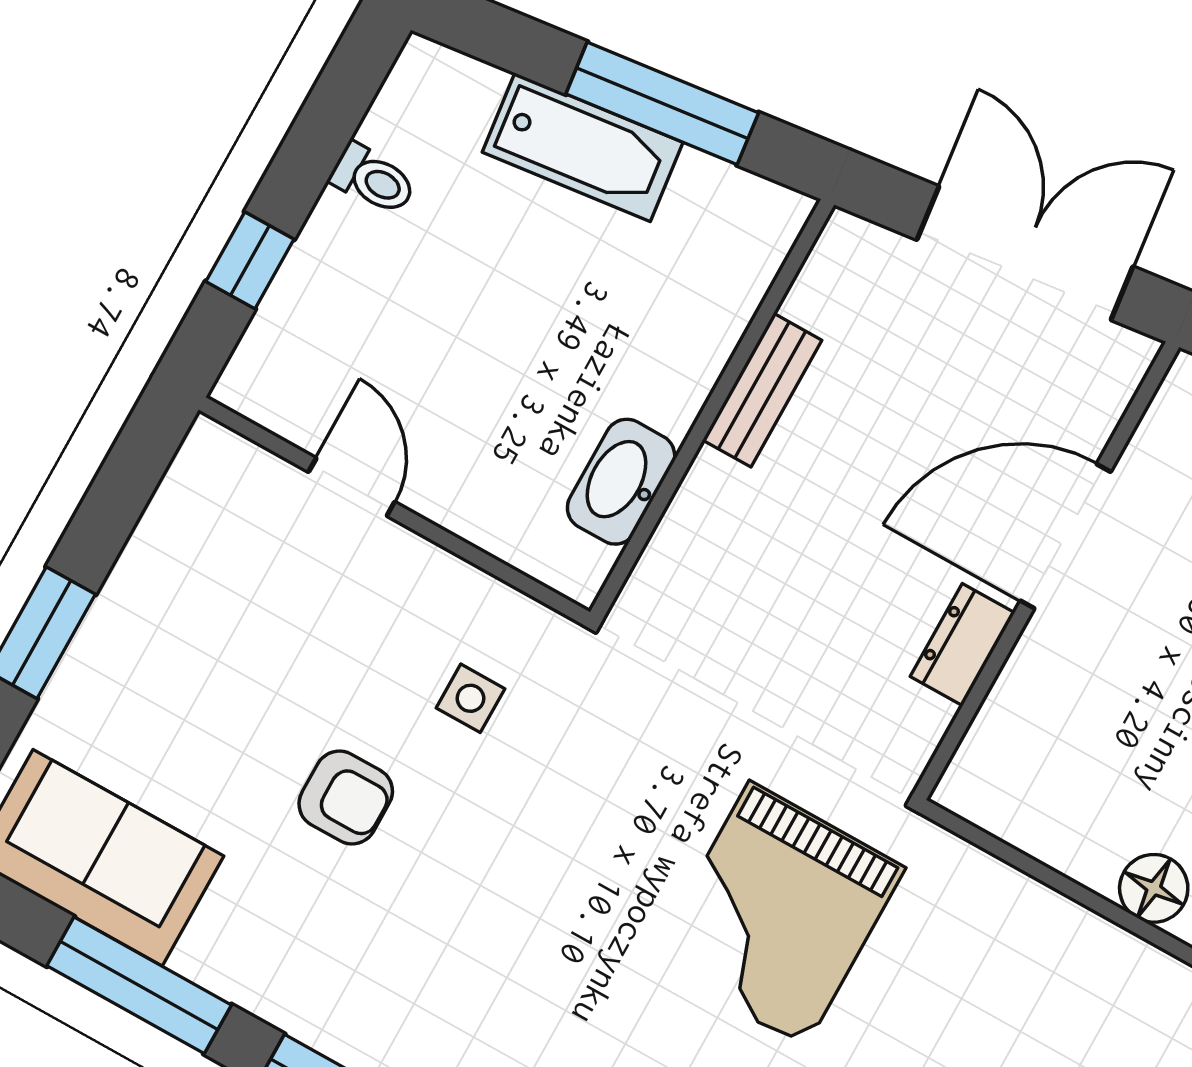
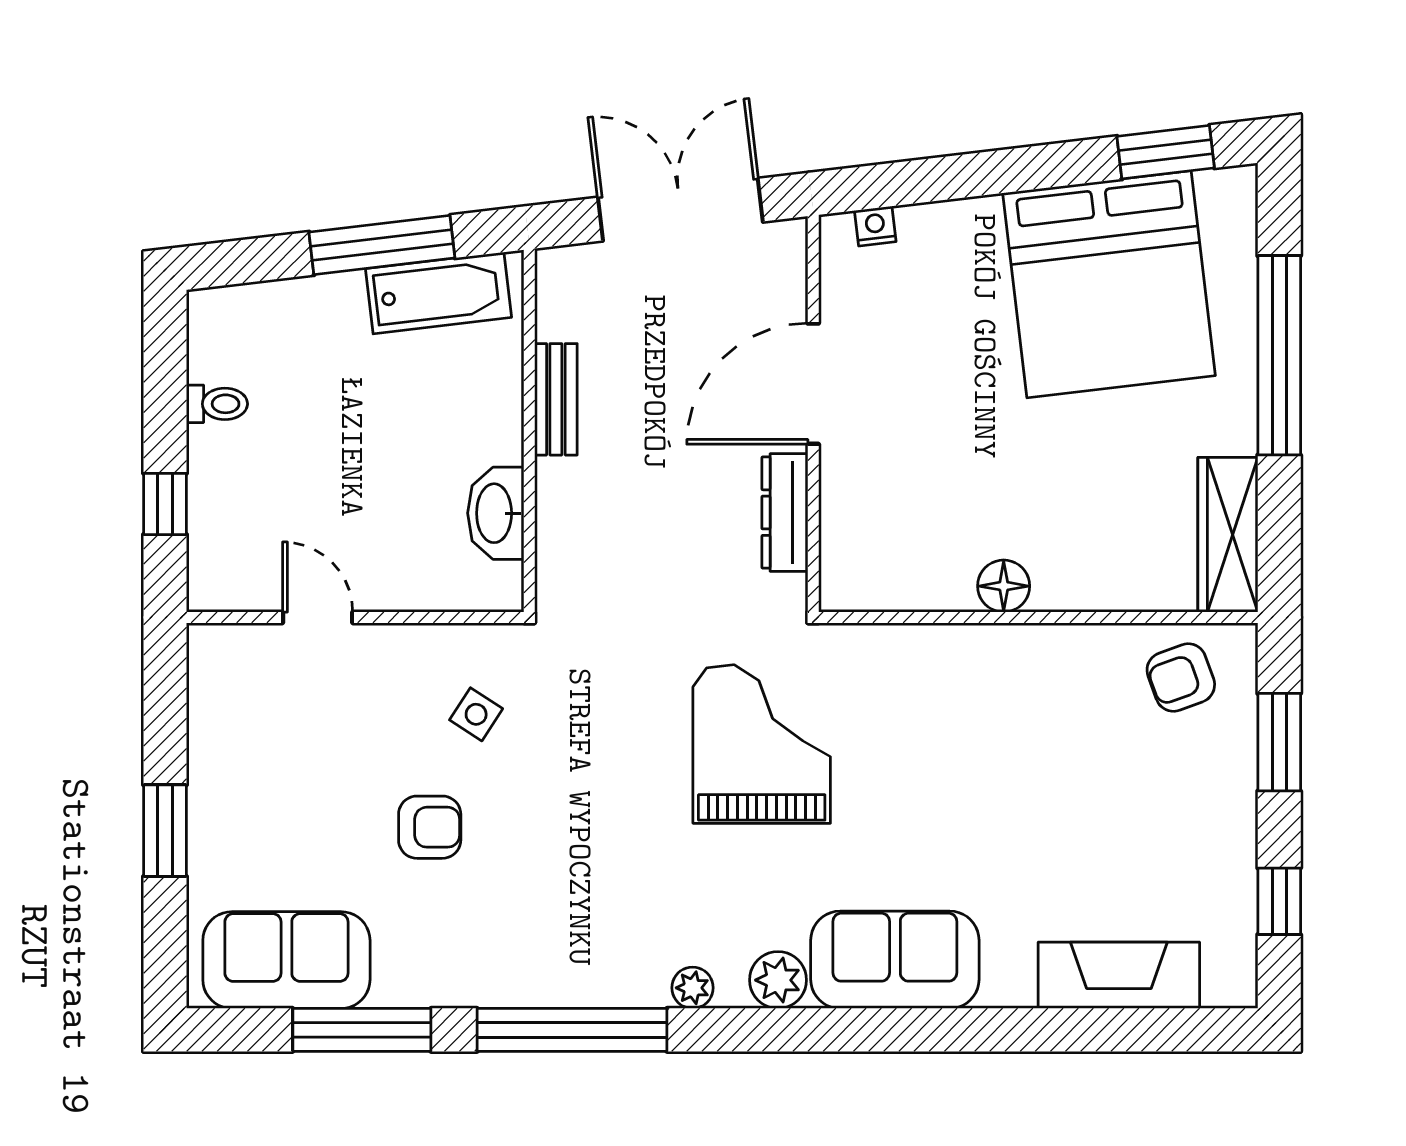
bathtub: (583, 147) -> (438, 293), moved
dresser: (962, 645) -> (785, 513), width x1.44
side table: (471, 698) -> (476, 714), turned 33
grand piano: (777, 914) -> (762, 744), turned 180

